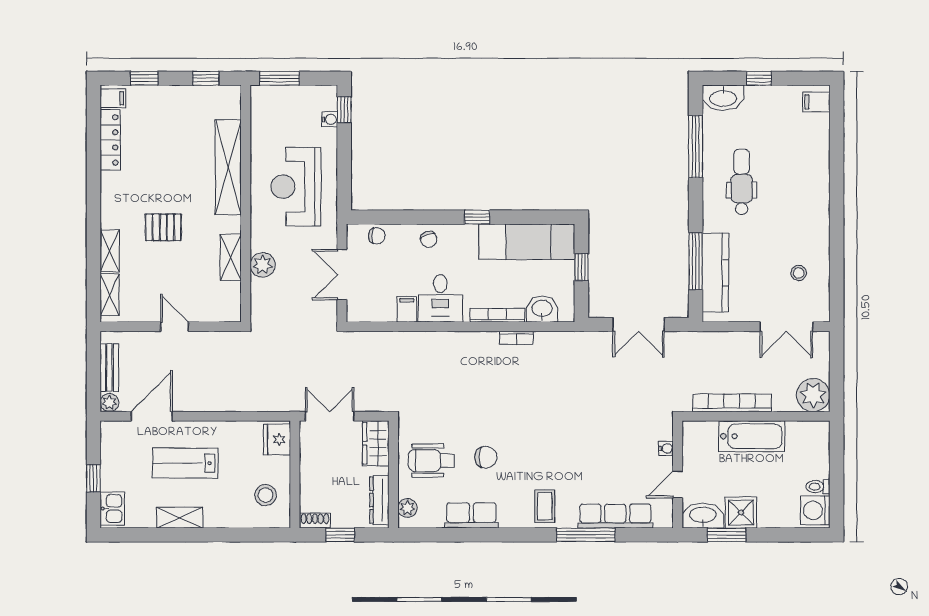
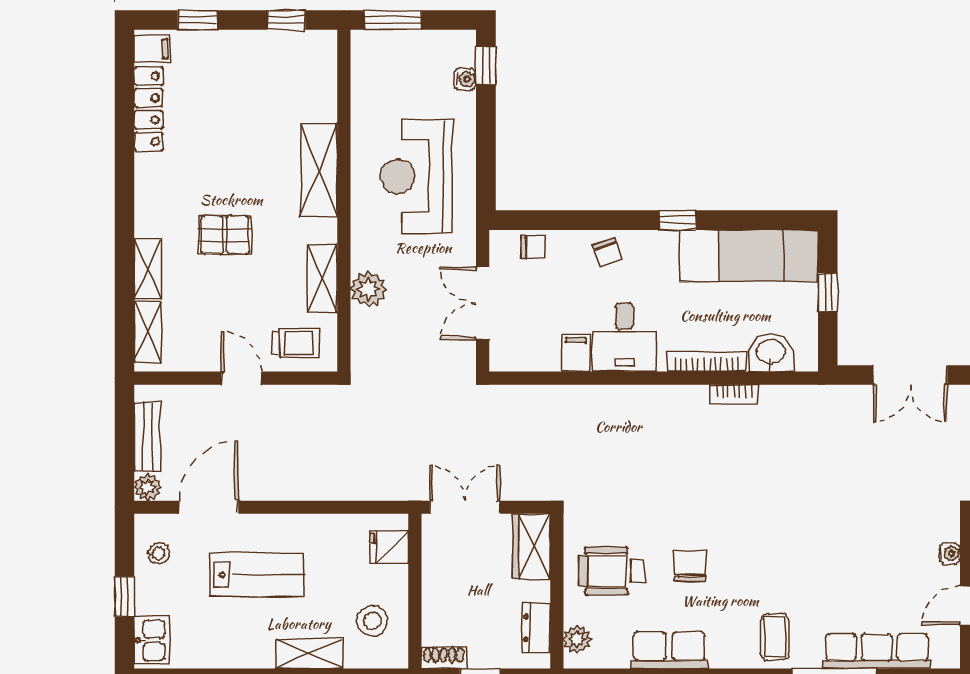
shelving: (228, 167) -> (319, 170), width x0.68
trolley: (212, 302) -> (295, 343), added
fridge: (277, 439) -> (389, 547), width x0.72
stool: (117, 448) -> (159, 553), added
chair: (486, 457) -> (690, 566), turned -90
lab bench: (185, 463) -> (257, 575), turned 180
dresser: (379, 500) -> (536, 628), width x0.70
shelving: (180, 518) -> (309, 654), moved

